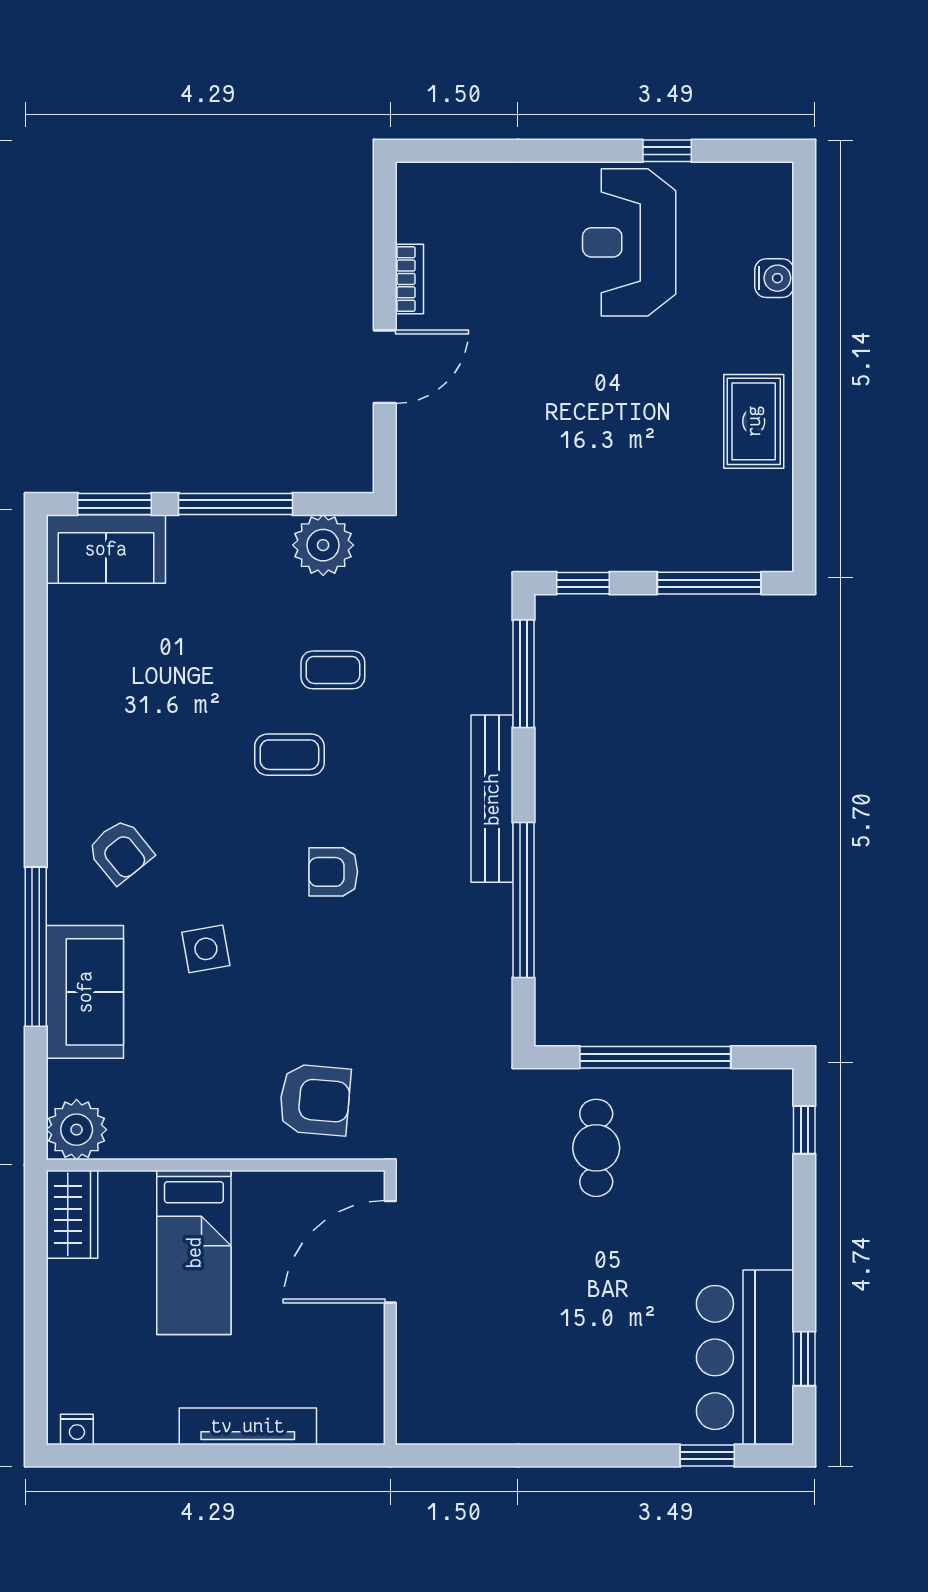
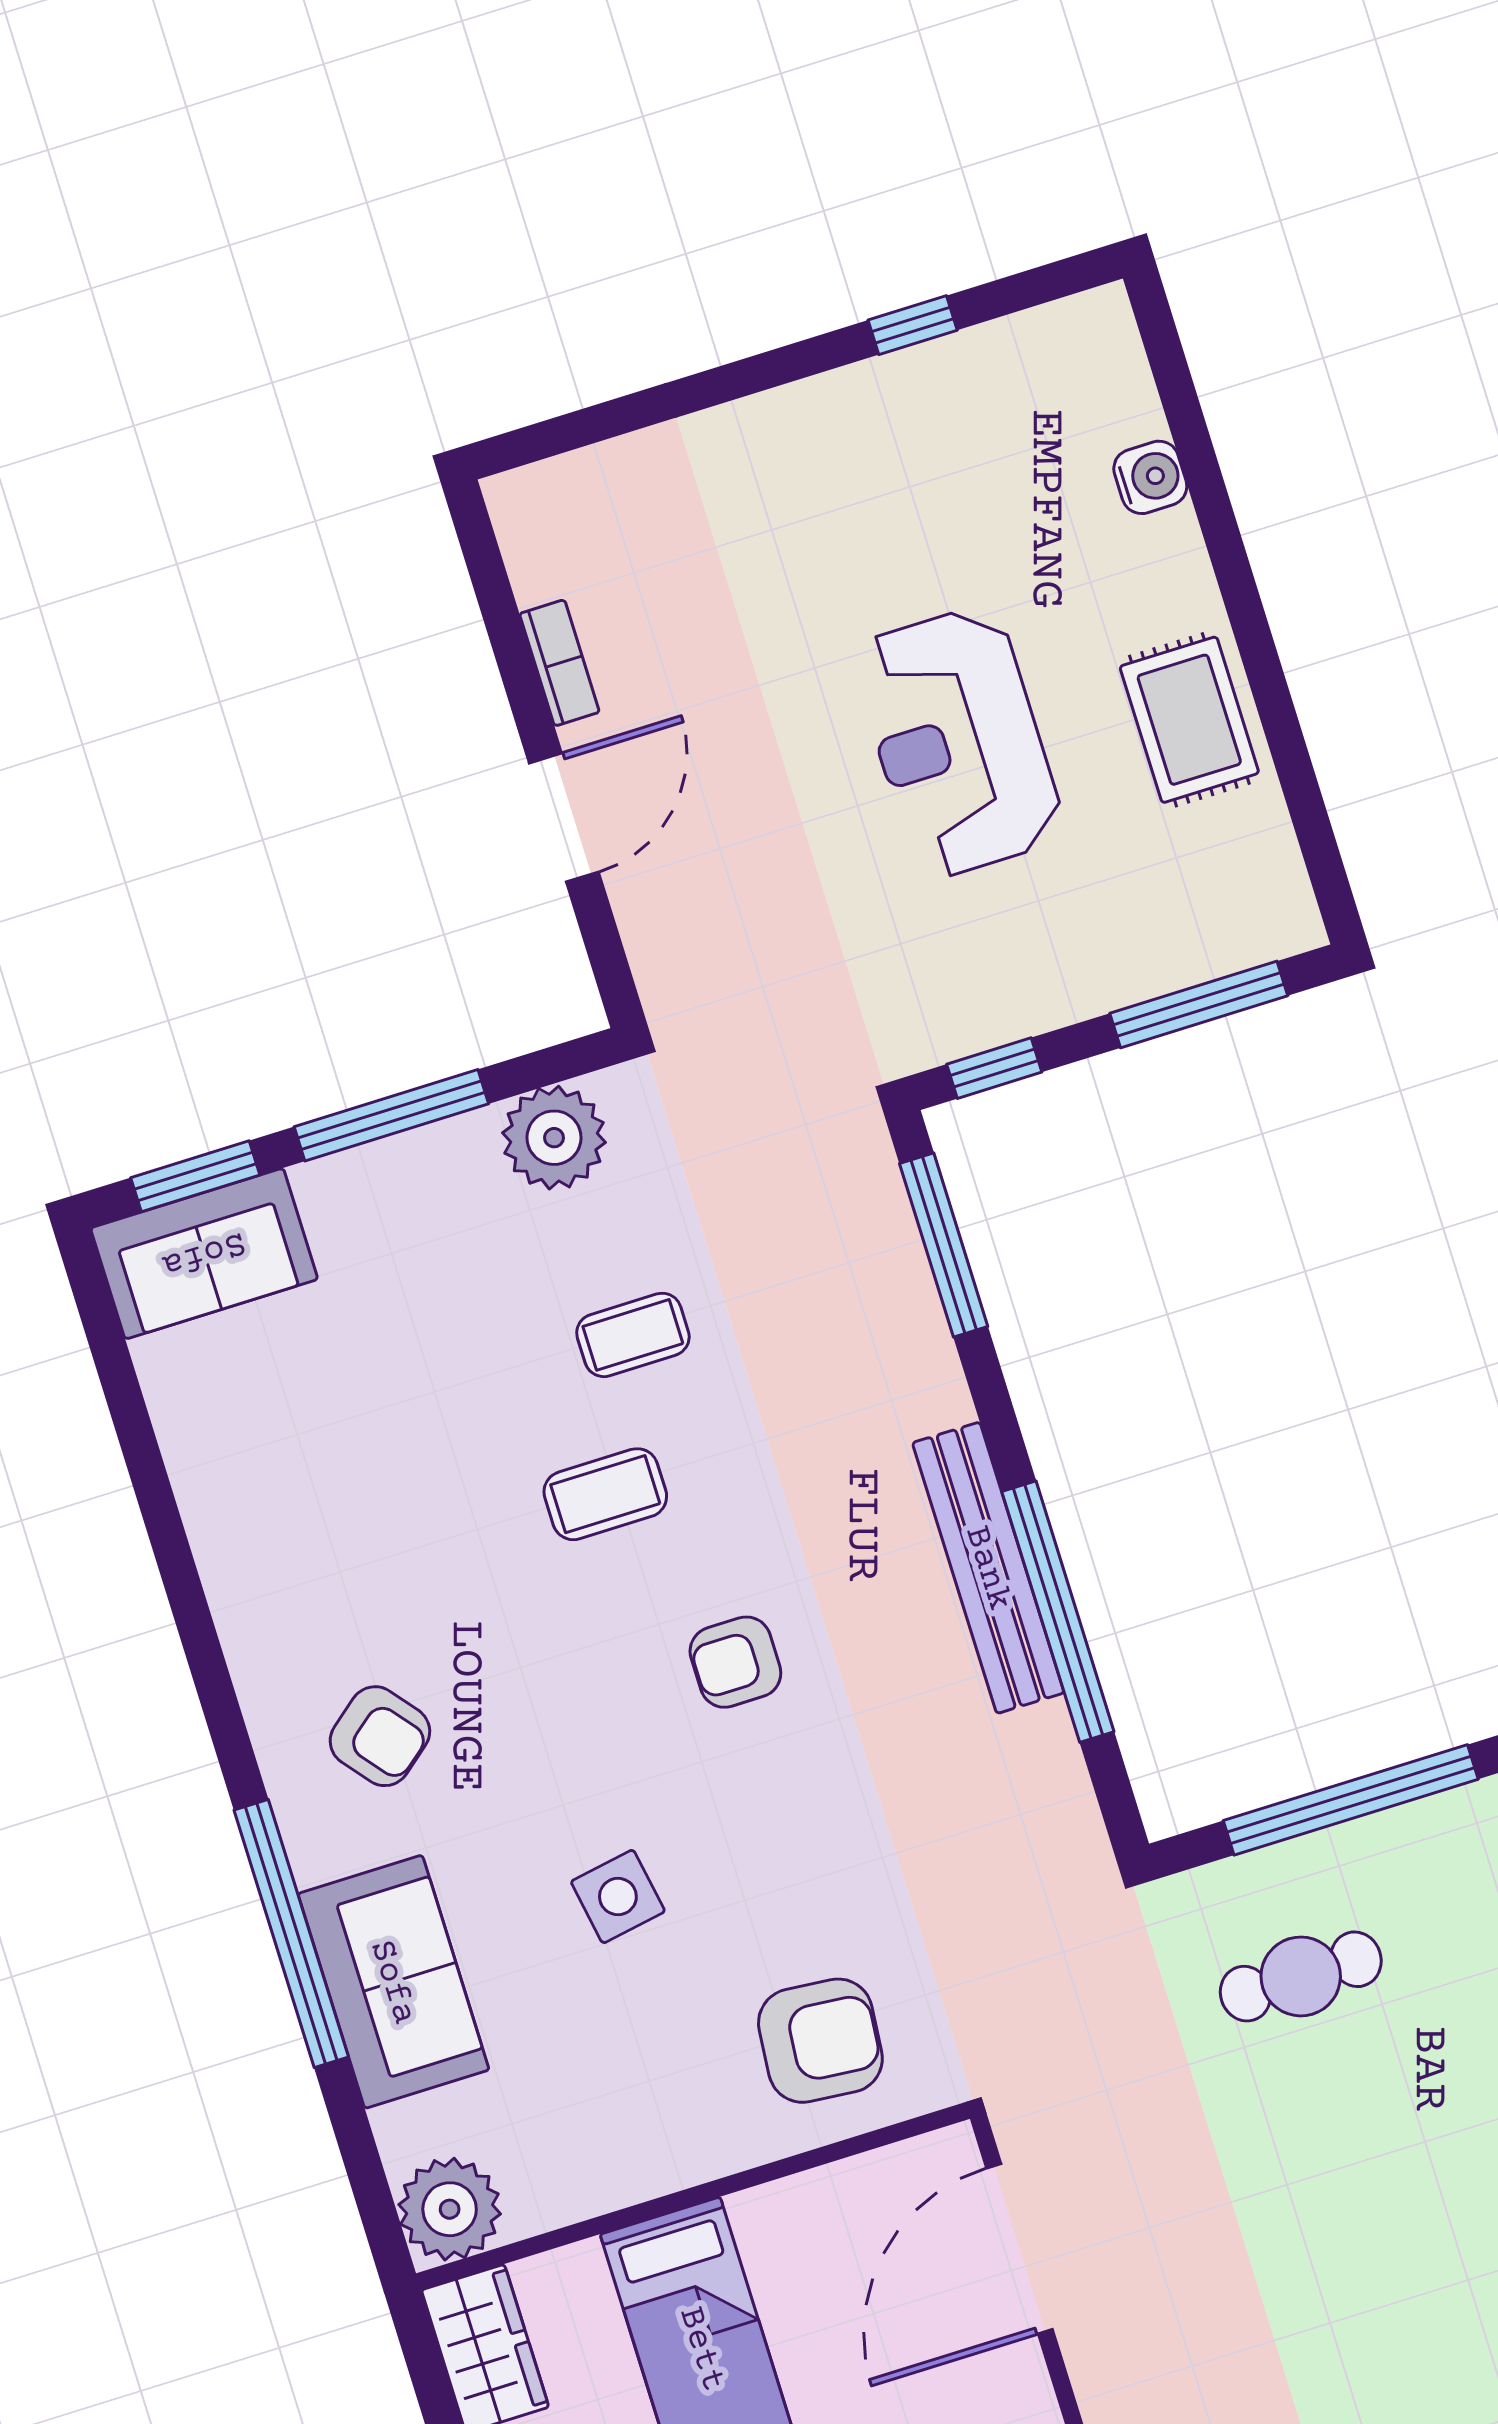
reception desk: (629, 242) -> (958, 742), moved
bench: (492, 799) -> (988, 1568), moved
side table: (206, 949) -> (618, 1897), moved
cafe table: (596, 1148) -> (1301, 1976), turned 90

